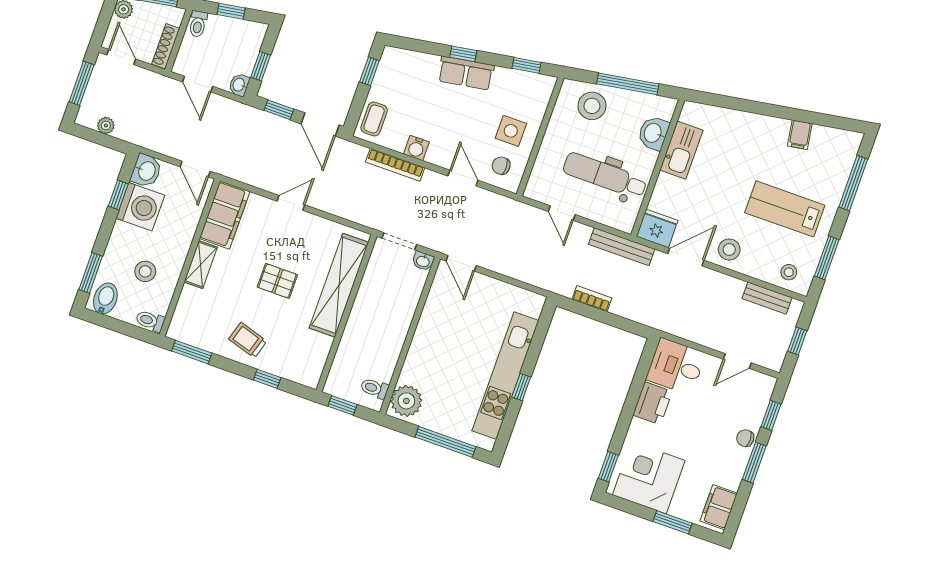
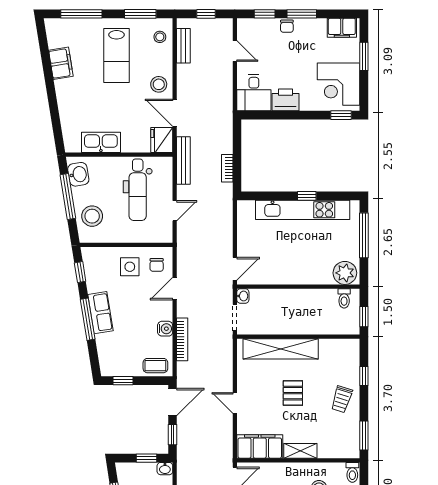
window: (463, 54) -> (88, 319), width x2.17
washbasin: (653, 133) -> (78, 174), moved, turned -99
filing cabinet: (800, 135) -> (61, 63), width x2.00

